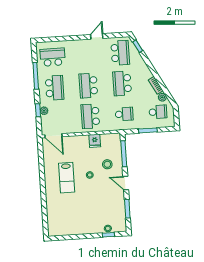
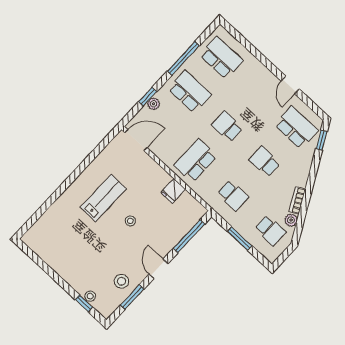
door: (97, 36) -> (290, 85), swing flipped
school desk: (120, 53) -> (296, 128), turned -90
school desk: (122, 83) -> (265, 162), width x0.54
school desk: (88, 86) -> (227, 127), width x0.54
school desk: (55, 88) -> (190, 92), turned -90
door: (53, 136) -> (136, 140), swing flipped
stool: (107, 164) -> (121, 281), moved
lab bench: (67, 178) -> (103, 198), turned 180

